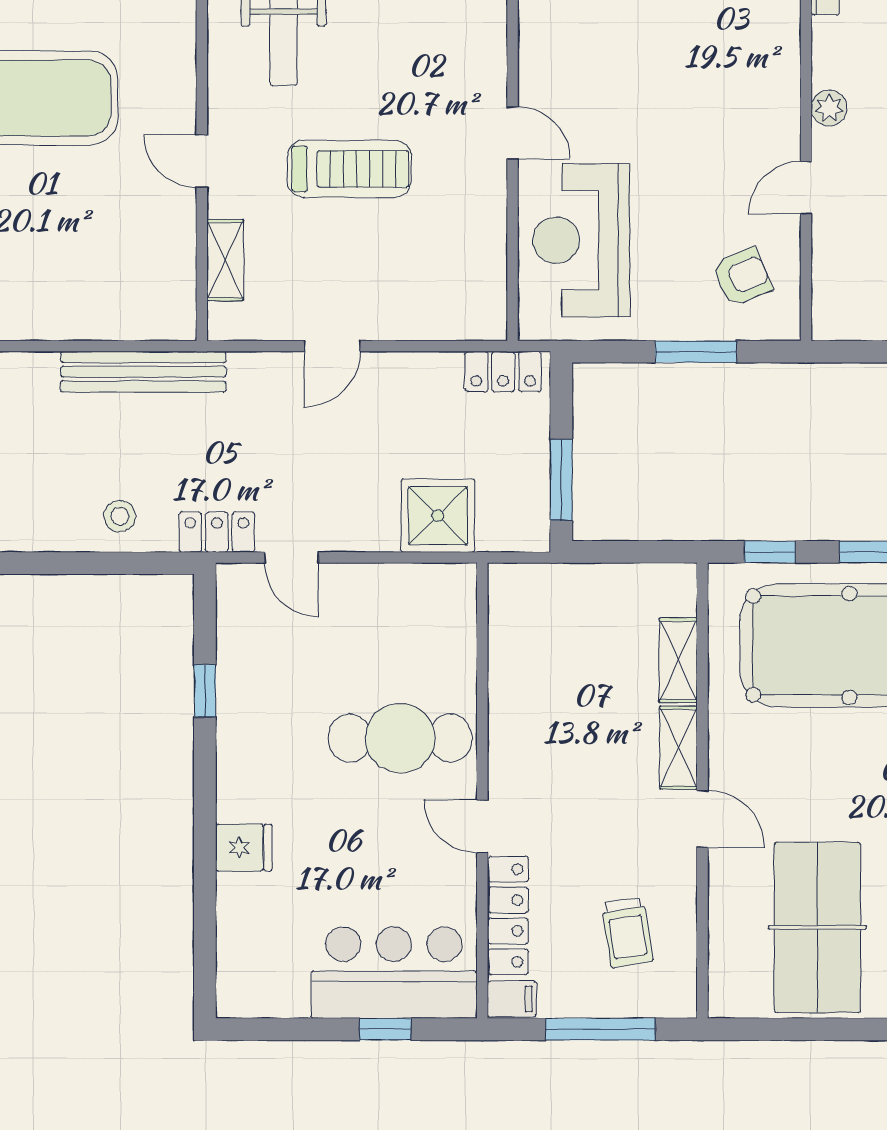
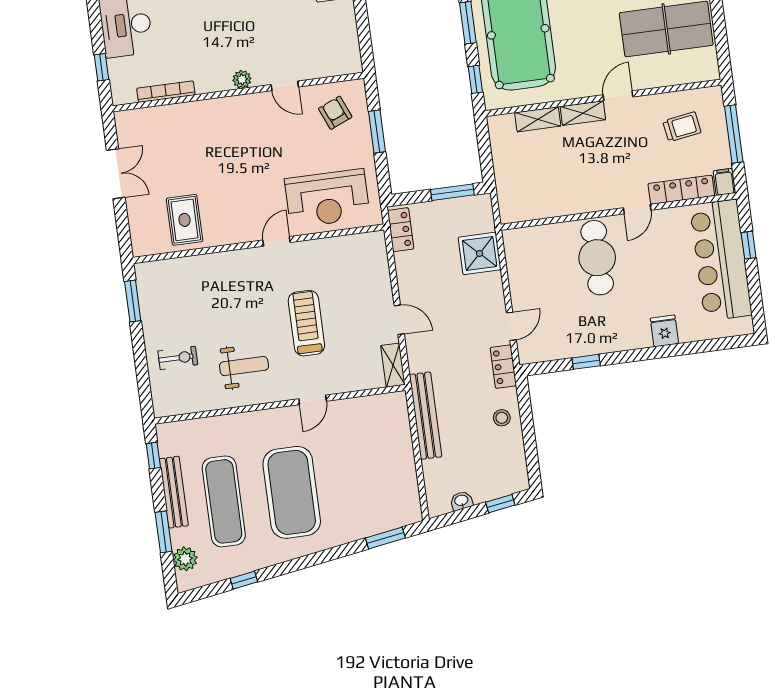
shelving: (225, 260) -> (393, 365), moved, turned 90
bar counter: (394, 973) -> (721, 260), width x1.36

